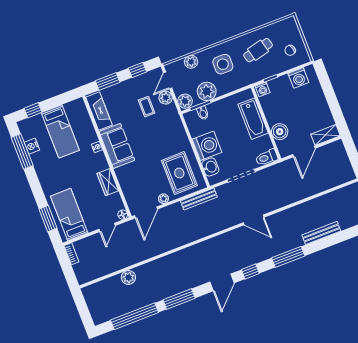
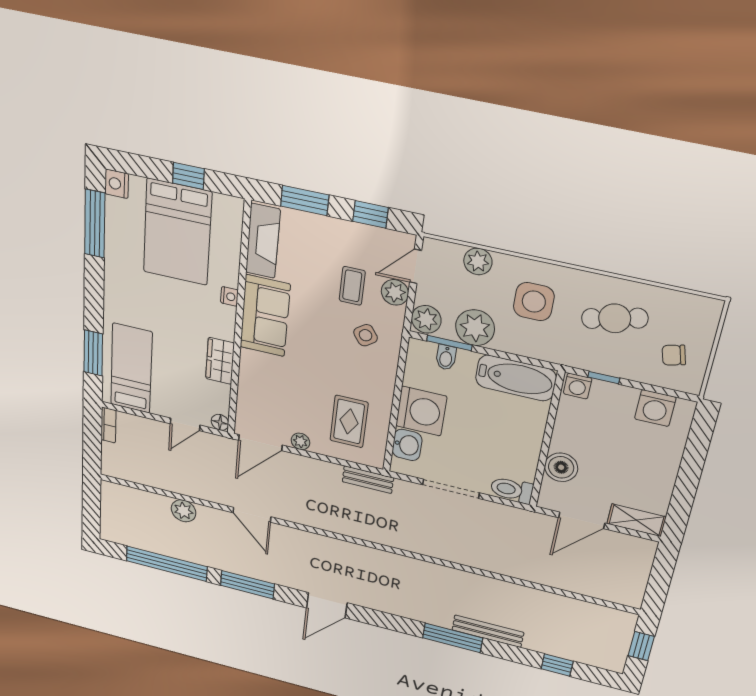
window: (33, 110) -> (188, 176), moved
bathtub: (253, 119) -> (516, 378), moved, turned -90
side table: (164, 126) -> (366, 335), added
bed: (60, 131) -> (177, 232), width x1.50
nightstand: (32, 146) -> (117, 184), moved
rug: (179, 173) -> (349, 421), width x0.73, depth x0.70
bench: (199, 199) -> (368, 480), width x0.73
door: (254, 220) -> (252, 515), moved
bench: (321, 233) -> (488, 631), moved
window: (250, 271) -> (557, 665), moved

